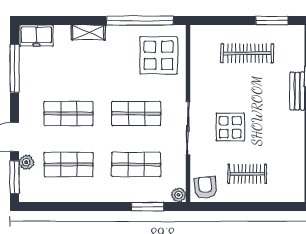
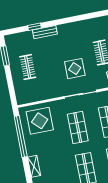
clothes rail: (247, 53) -> (28, 67), width x0.73

